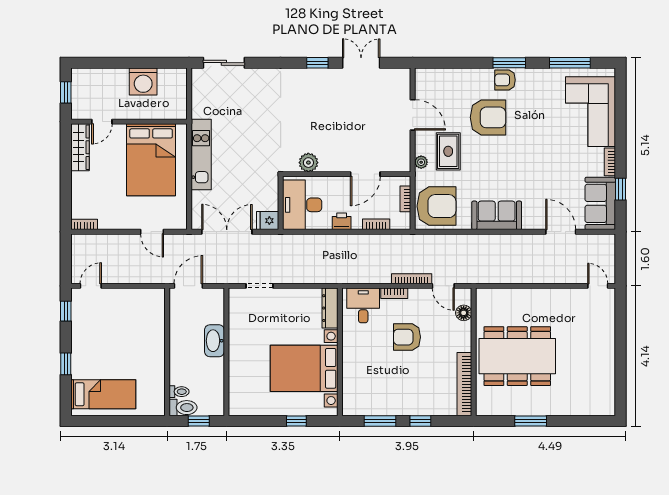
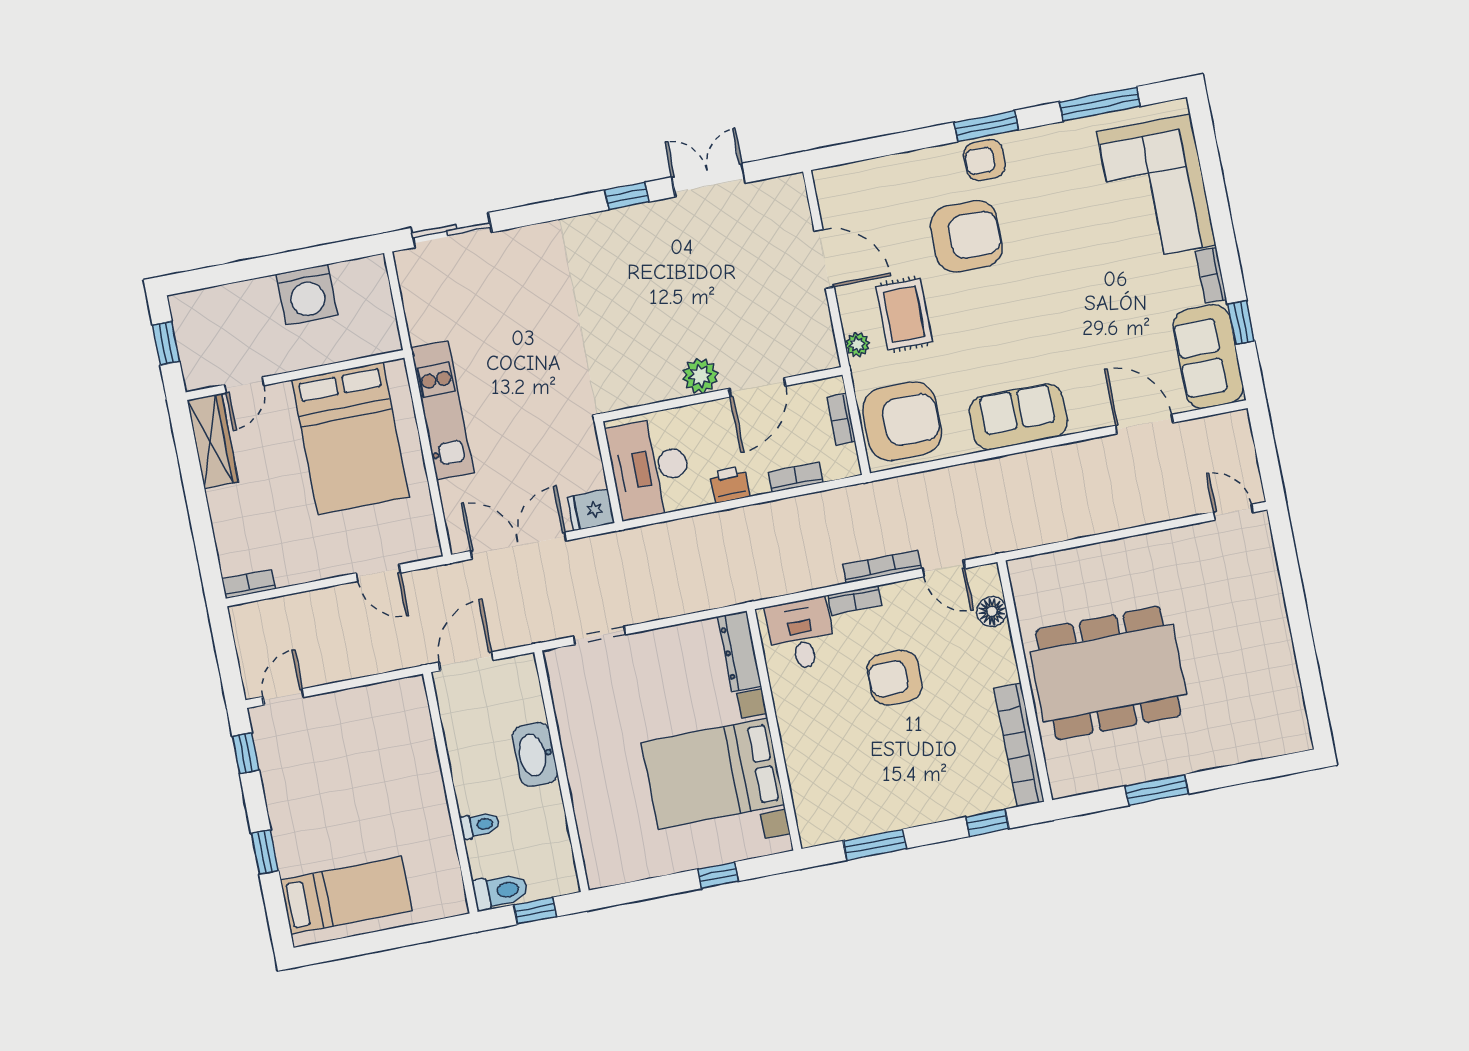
plant: (308, 163) -> (700, 376), moved
toilet: (179, 392) -> (480, 825), moved
window: (420, 421) -> (987, 823), moved

